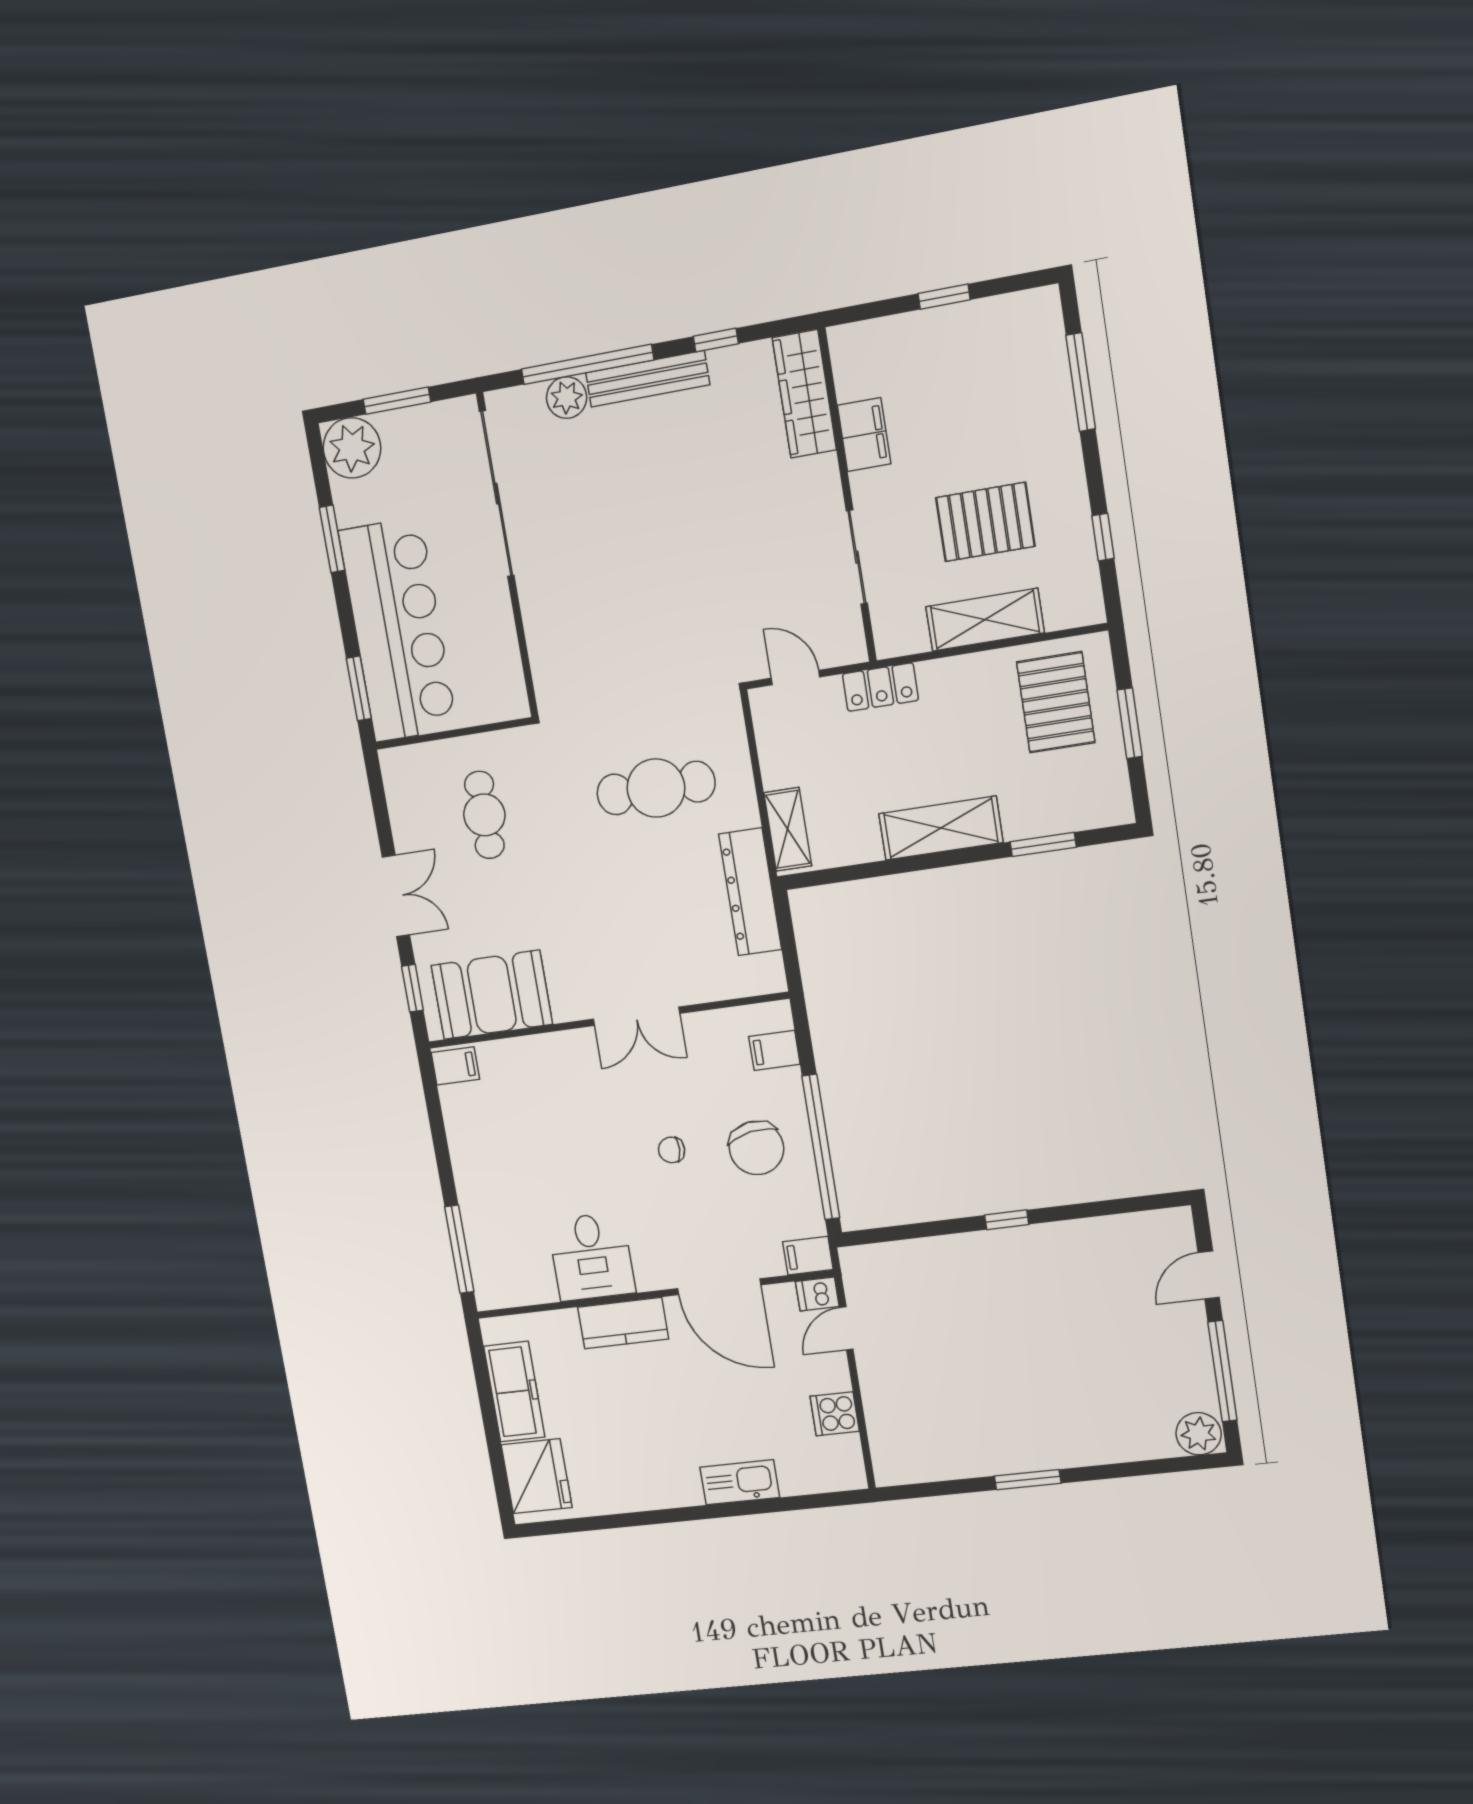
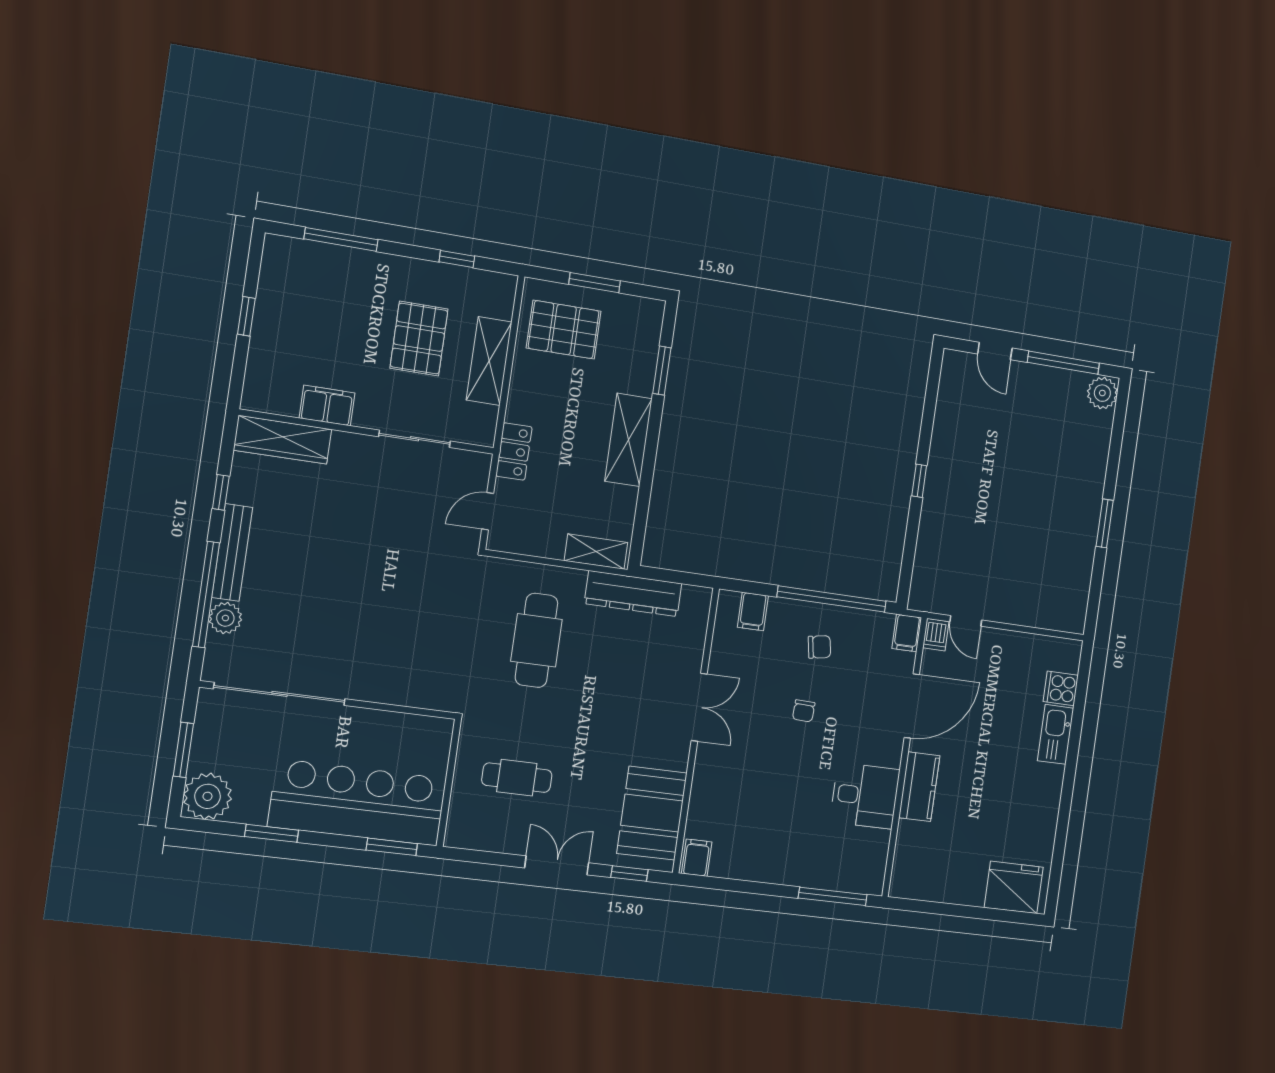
chair: (756, 1148) -> (819, 647), width x0.54, depth x0.54
freezer: (514, 1392) -> (948, 886), removed
cooker: (835, 1414) -> (1061, 688), moved, turned 90

